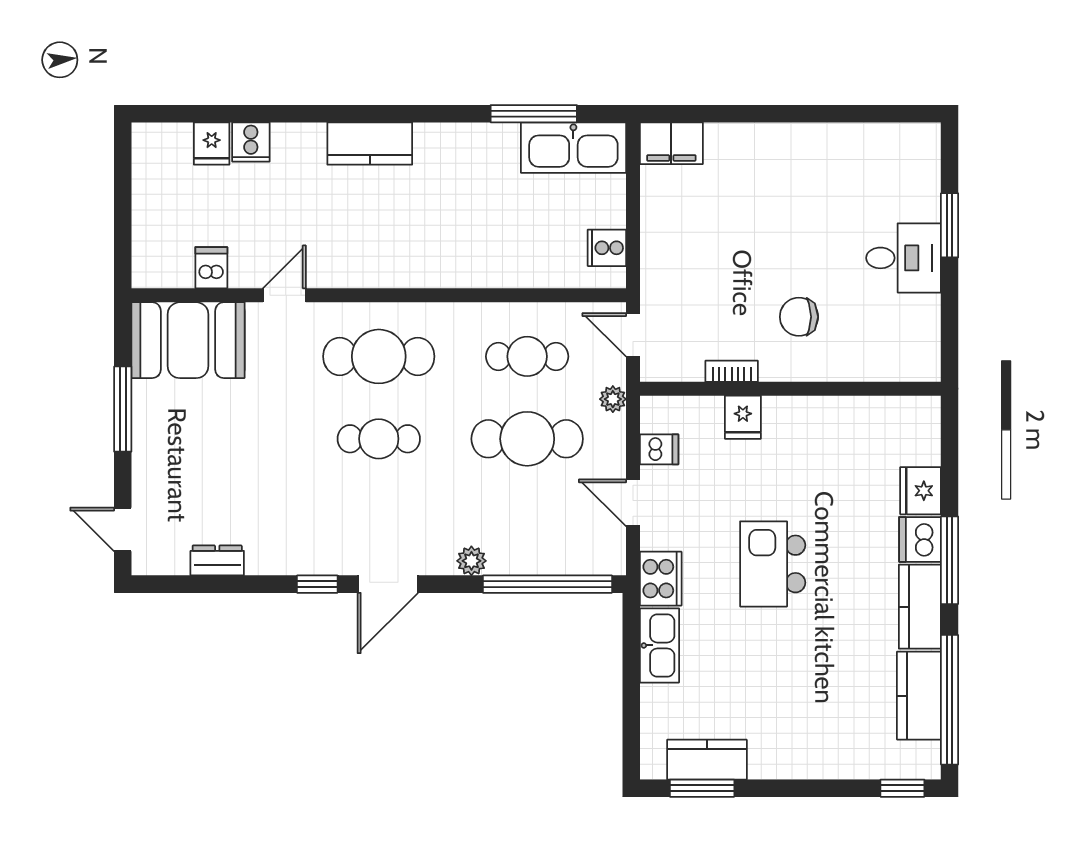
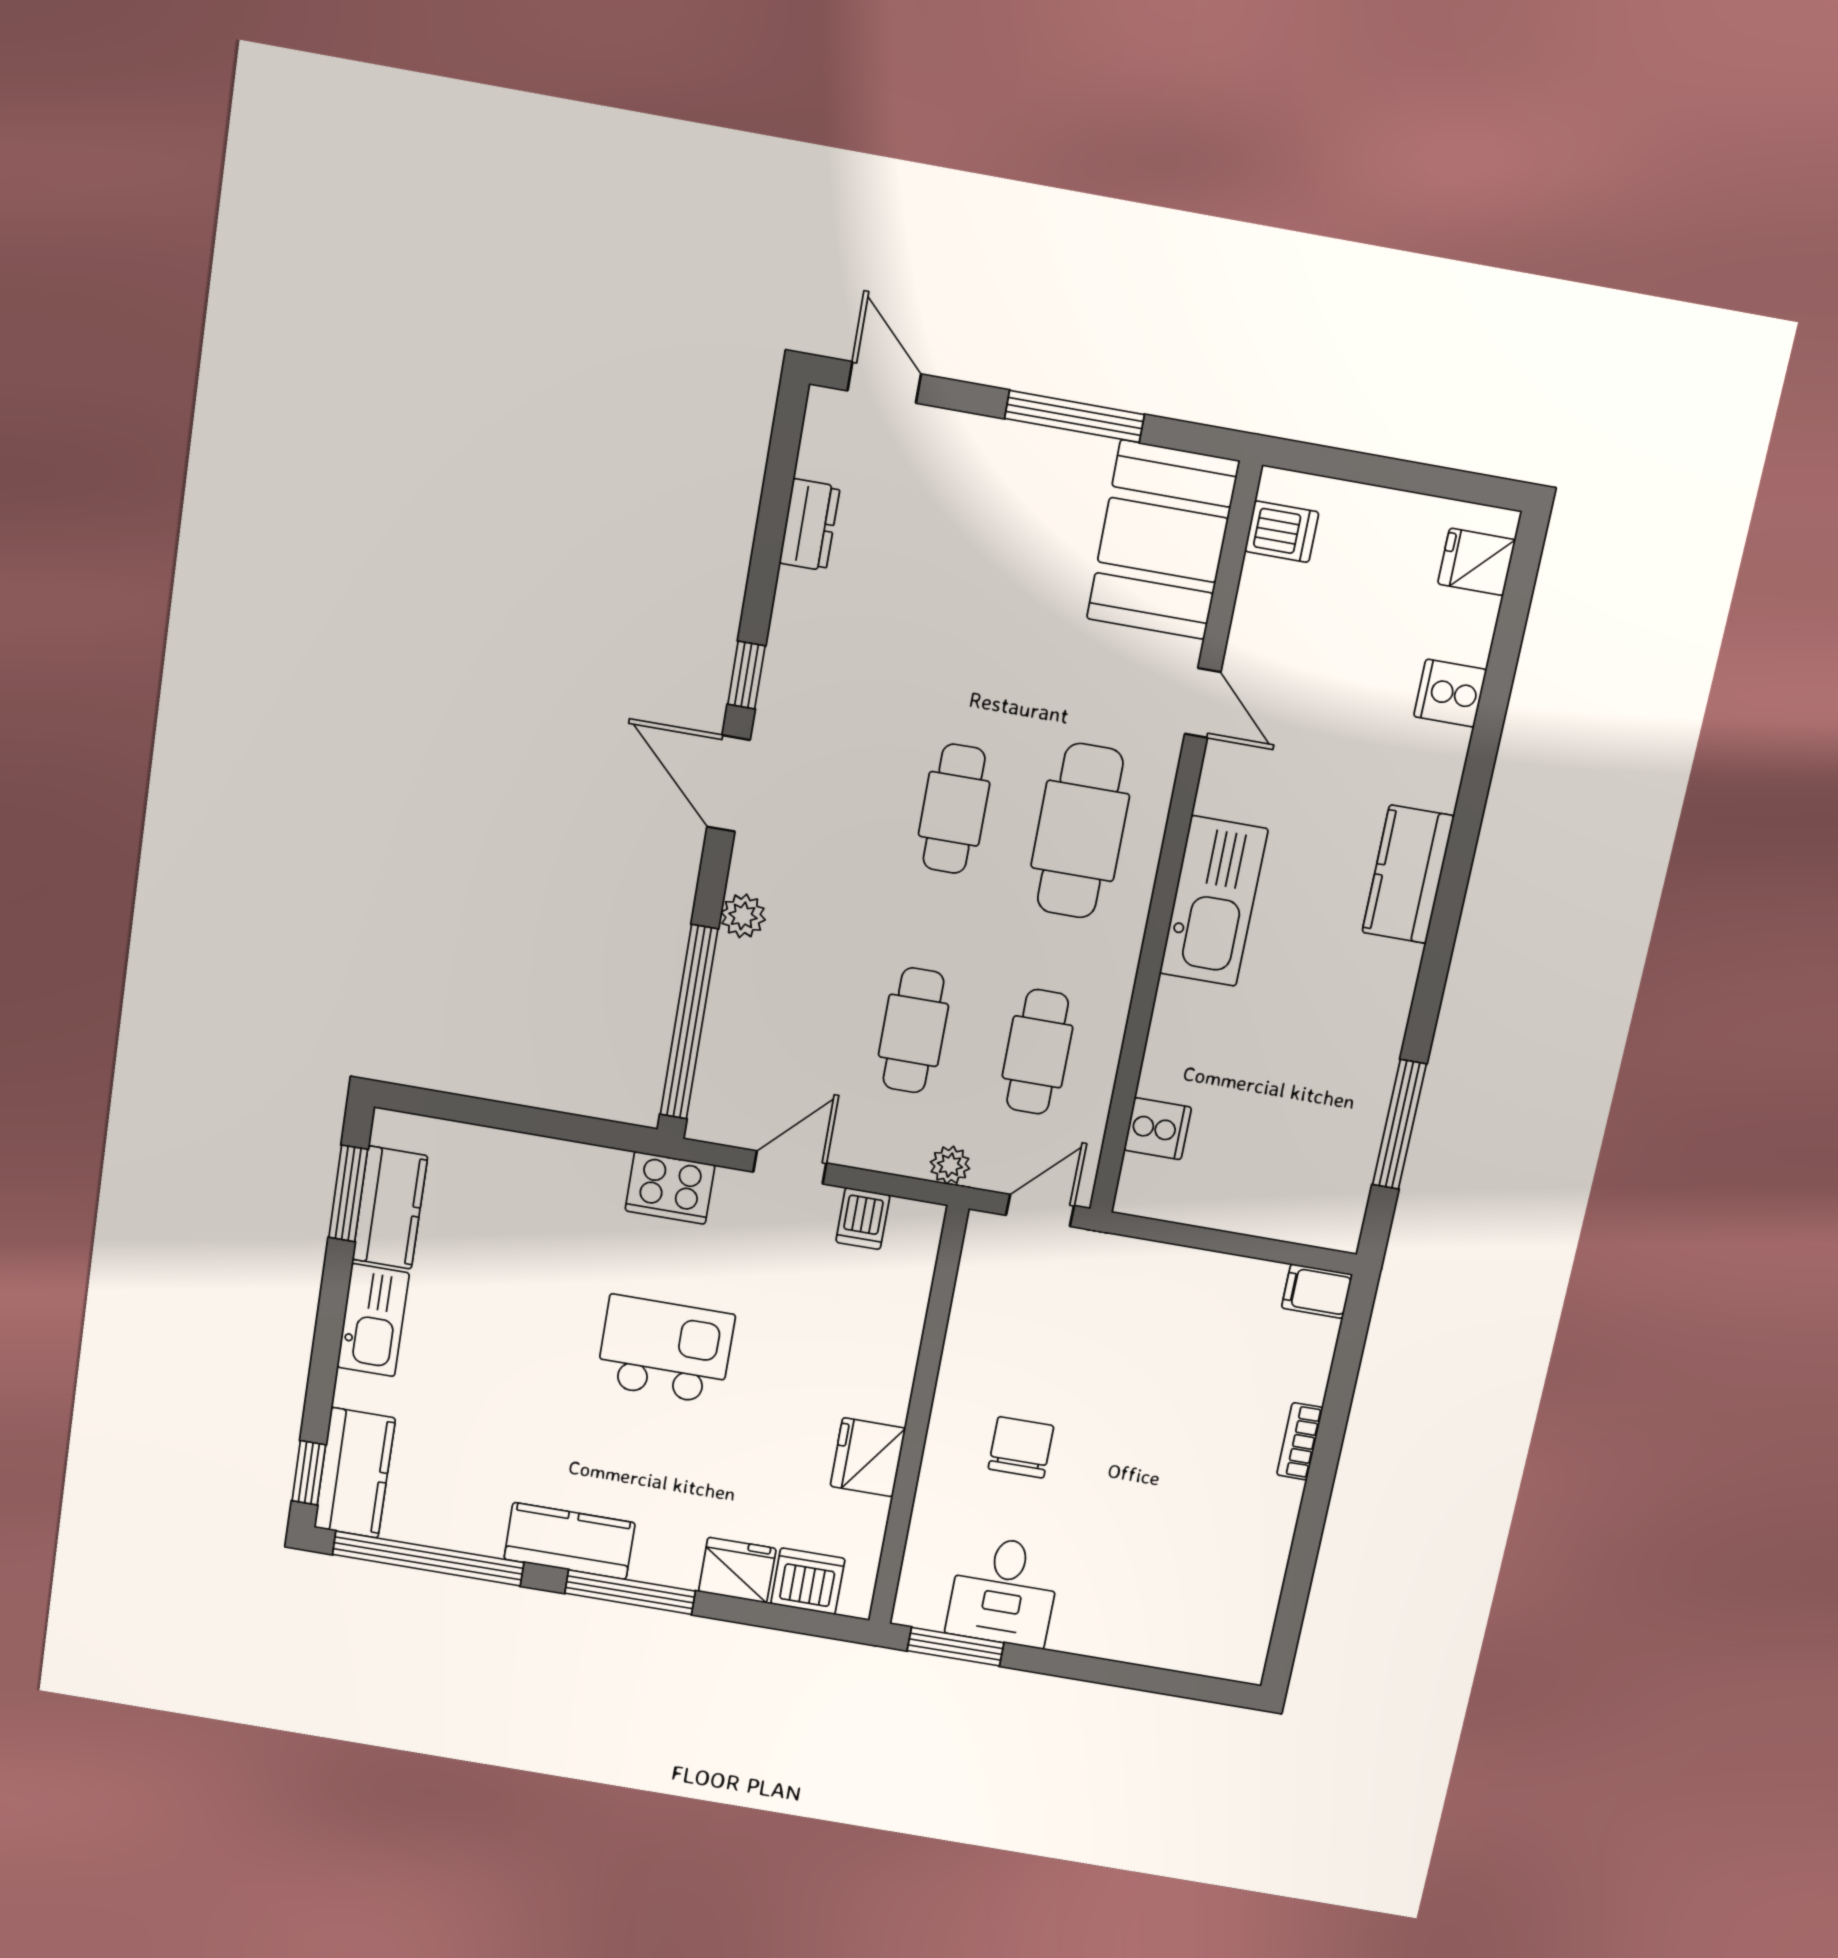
fridge: (212, 143) -> (1476, 562), moved
filing cabinet: (671, 143) -> (1317, 1291), width x0.50
kitchen sink: (573, 148) -> (1214, 901), moved, turned 180
window: (950, 225) -> (956, 1647), moved
cooker: (607, 248) -> (1158, 1129), moved, turned 90
desk: (904, 258) -> (1004, 1591), moved
dishwasher: (211, 268) -> (1282, 532), moved
bookcase: (732, 371) -> (1300, 1441), moved, turned 180
fridge: (743, 417) -> (868, 1457), moved, width x1.38
cafe table: (527, 439) -> (913, 1030), width x0.73, depth x0.74
door: (123, 529) -> (884, 382), hinge flipped
dishwasher: (920, 539) -> (808, 1581), moved
kitchen sink: (659, 645) -> (373, 1320), moved, turned -90
kitchen counter: (919, 696) -> (355, 1473), moved, turned 90

